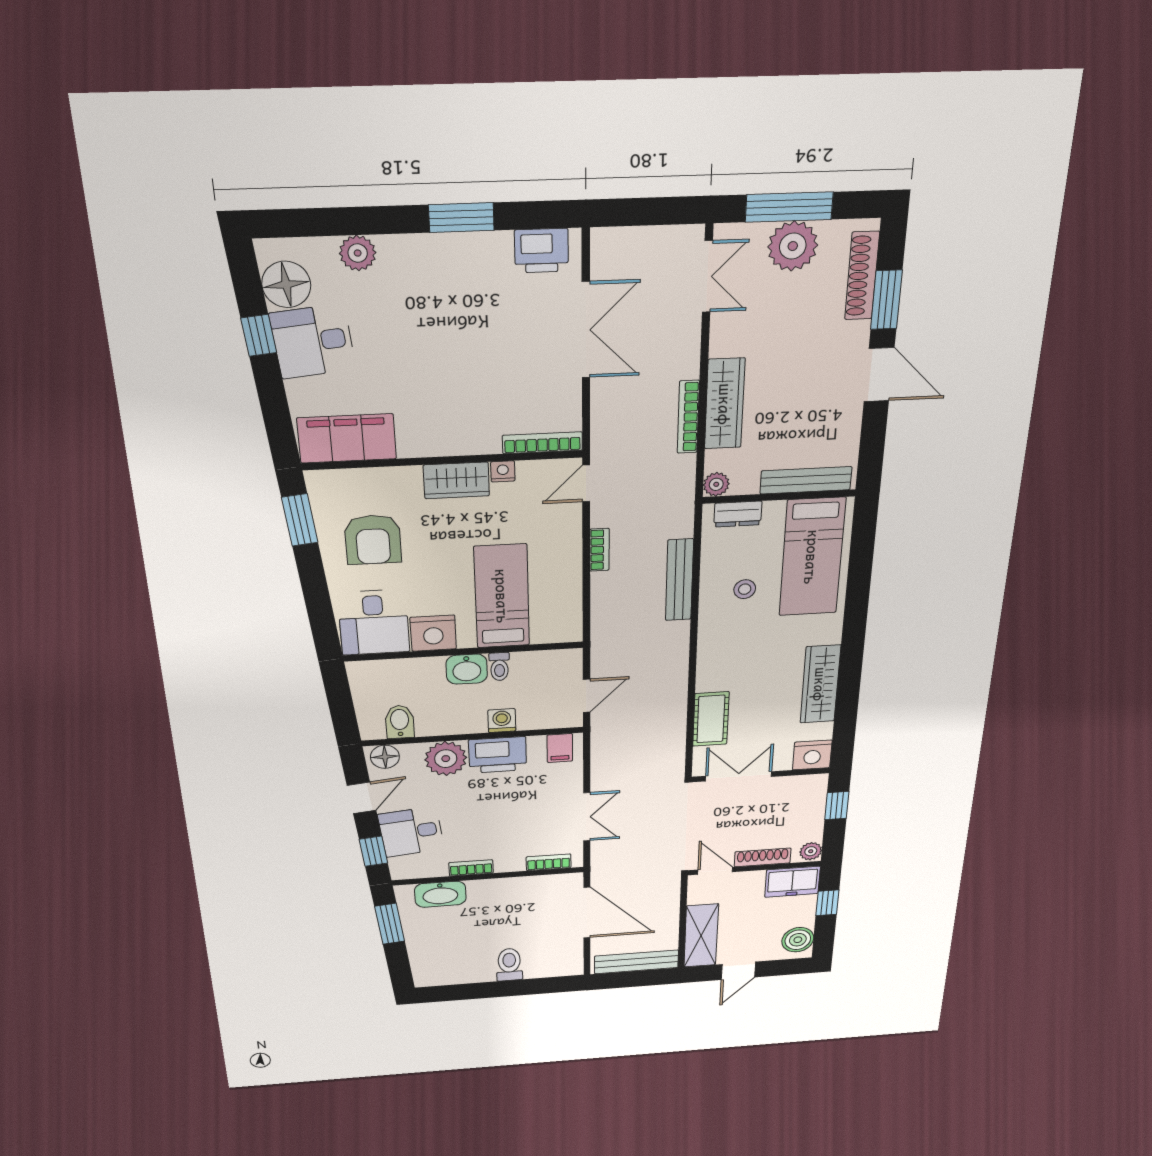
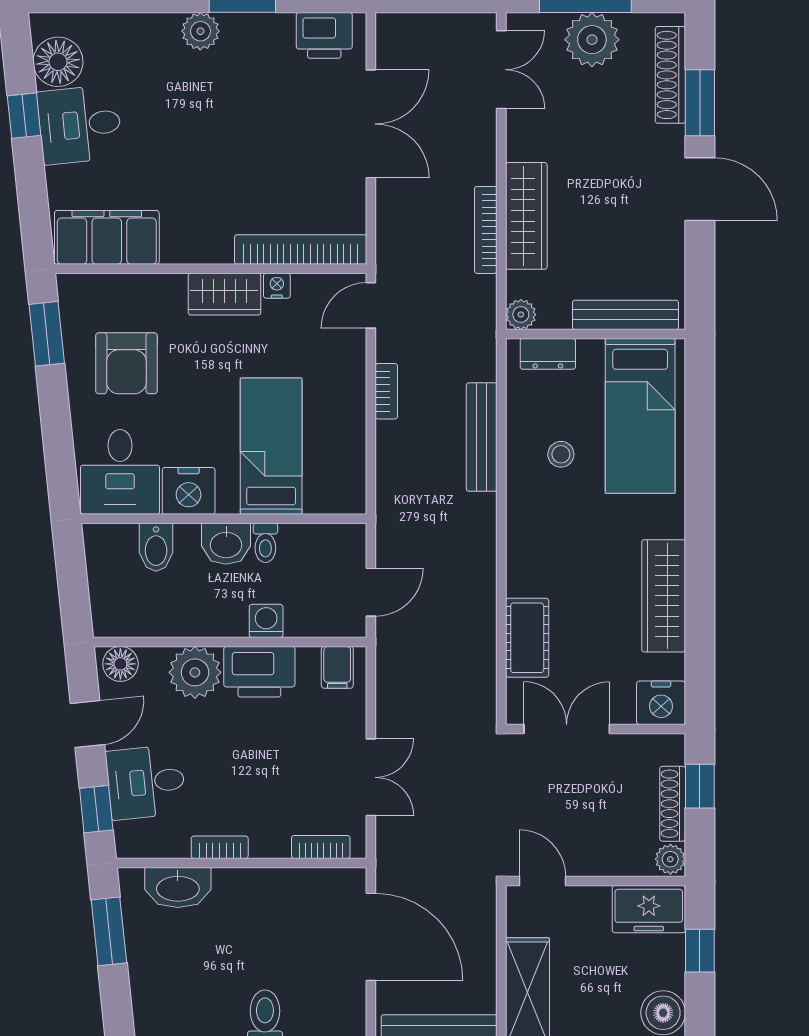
plant: (358, 253) -> (200, 31), moved
bookcase: (542, 443) -> (301, 250), width x1.48, depth x1.31
bidet: (400, 722) -> (156, 547), moved, turned 180
shoe rack: (763, 857) -> (673, 804), moved, turned -90

